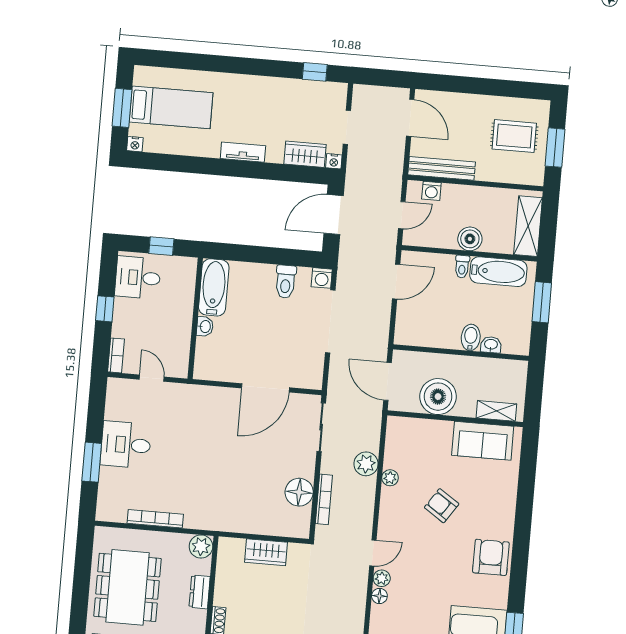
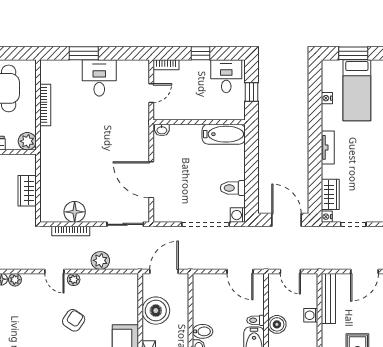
nightstand: (135, 144) -> (327, 98), moved
washing machine: (431, 191) -> (311, 315), moved
washbasin: (205, 326) -> (162, 130), moved
plant: (390, 478) -> (74, 280), moved
door: (373, 553) -> (54, 271), moved

